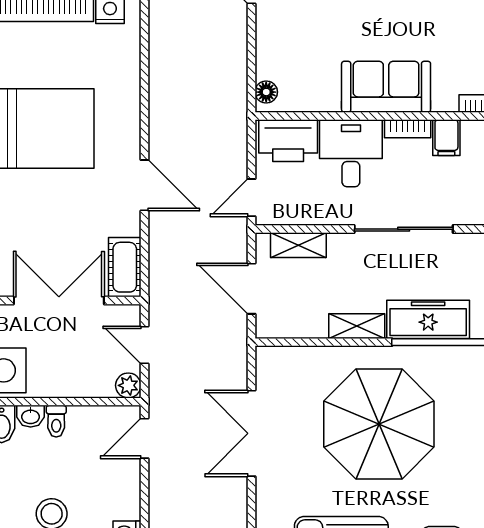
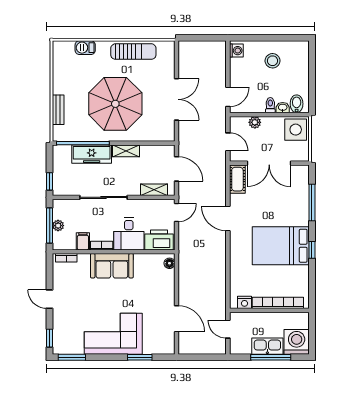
plant: (128, 385) -> (255, 122), moved

